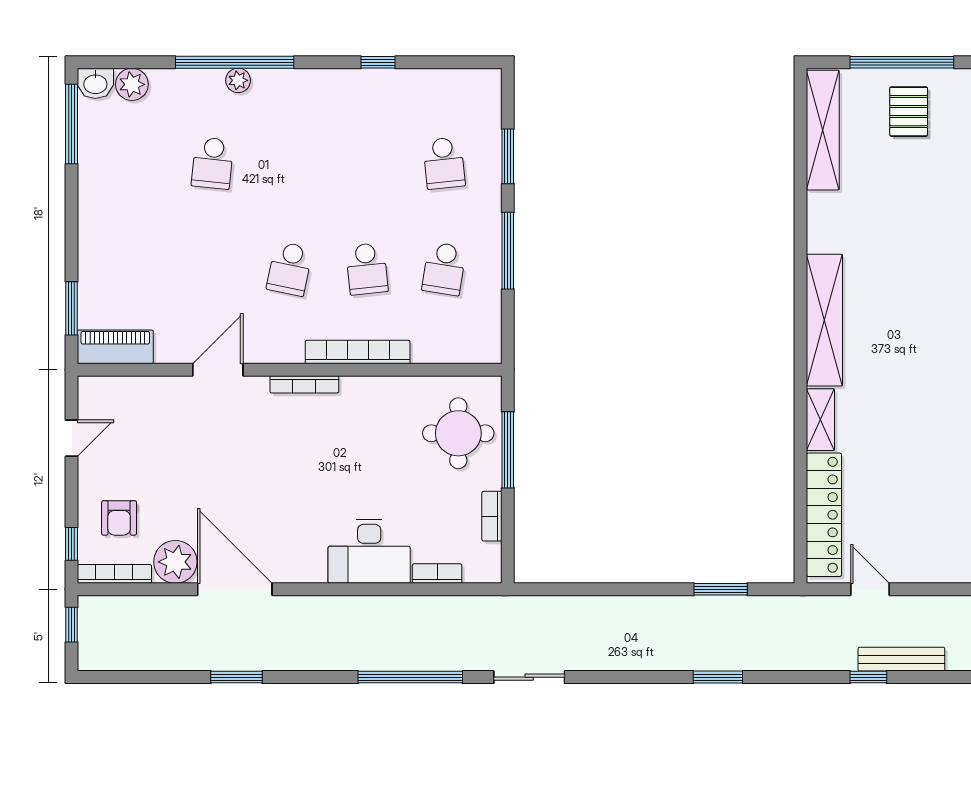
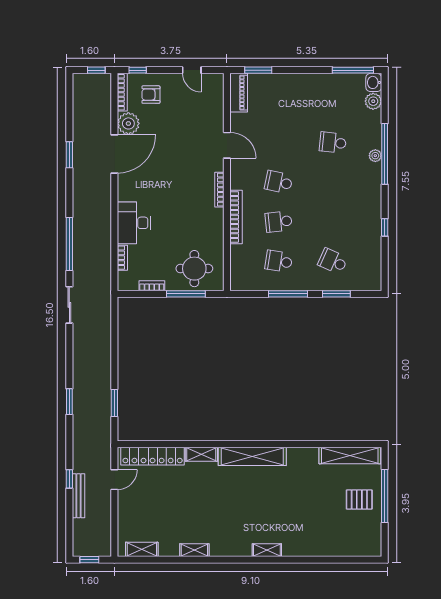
school desk: (444, 163) -> (333, 261), turned 30

